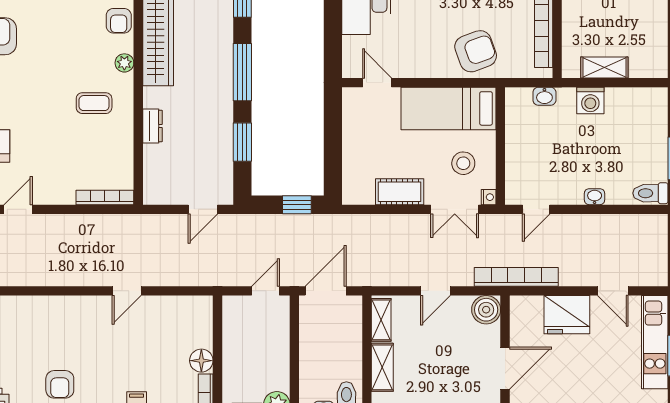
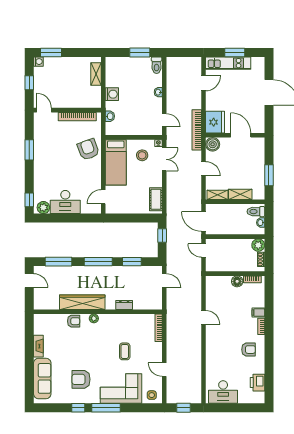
shelving: (604, 67) -> (96, 74), moved
coffee table: (94, 103) -> (125, 351), moved
cot: (400, 192) -> (156, 199), moved
fridge: (567, 315) -> (215, 122), moved

